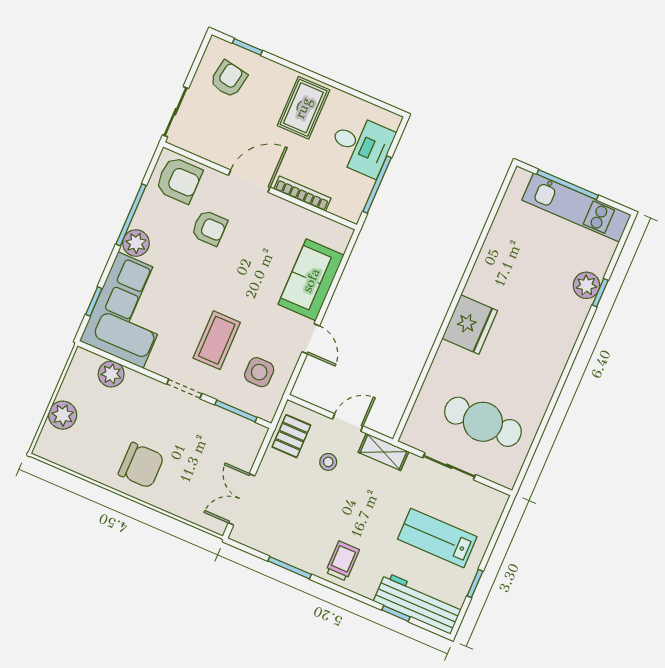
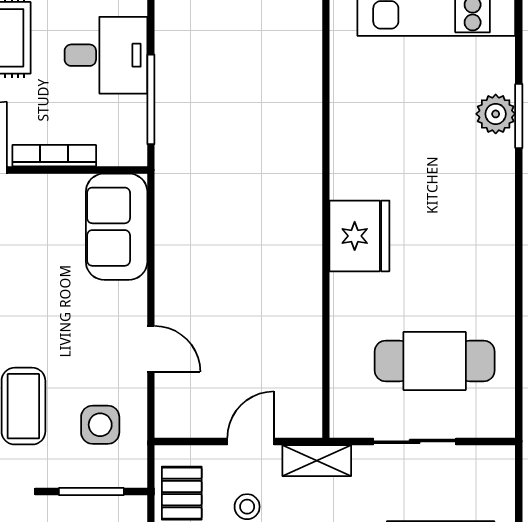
sofa: (311, 280) -> (117, 227), moved
window: (600, 293) -> (519, 116), width x1.50

